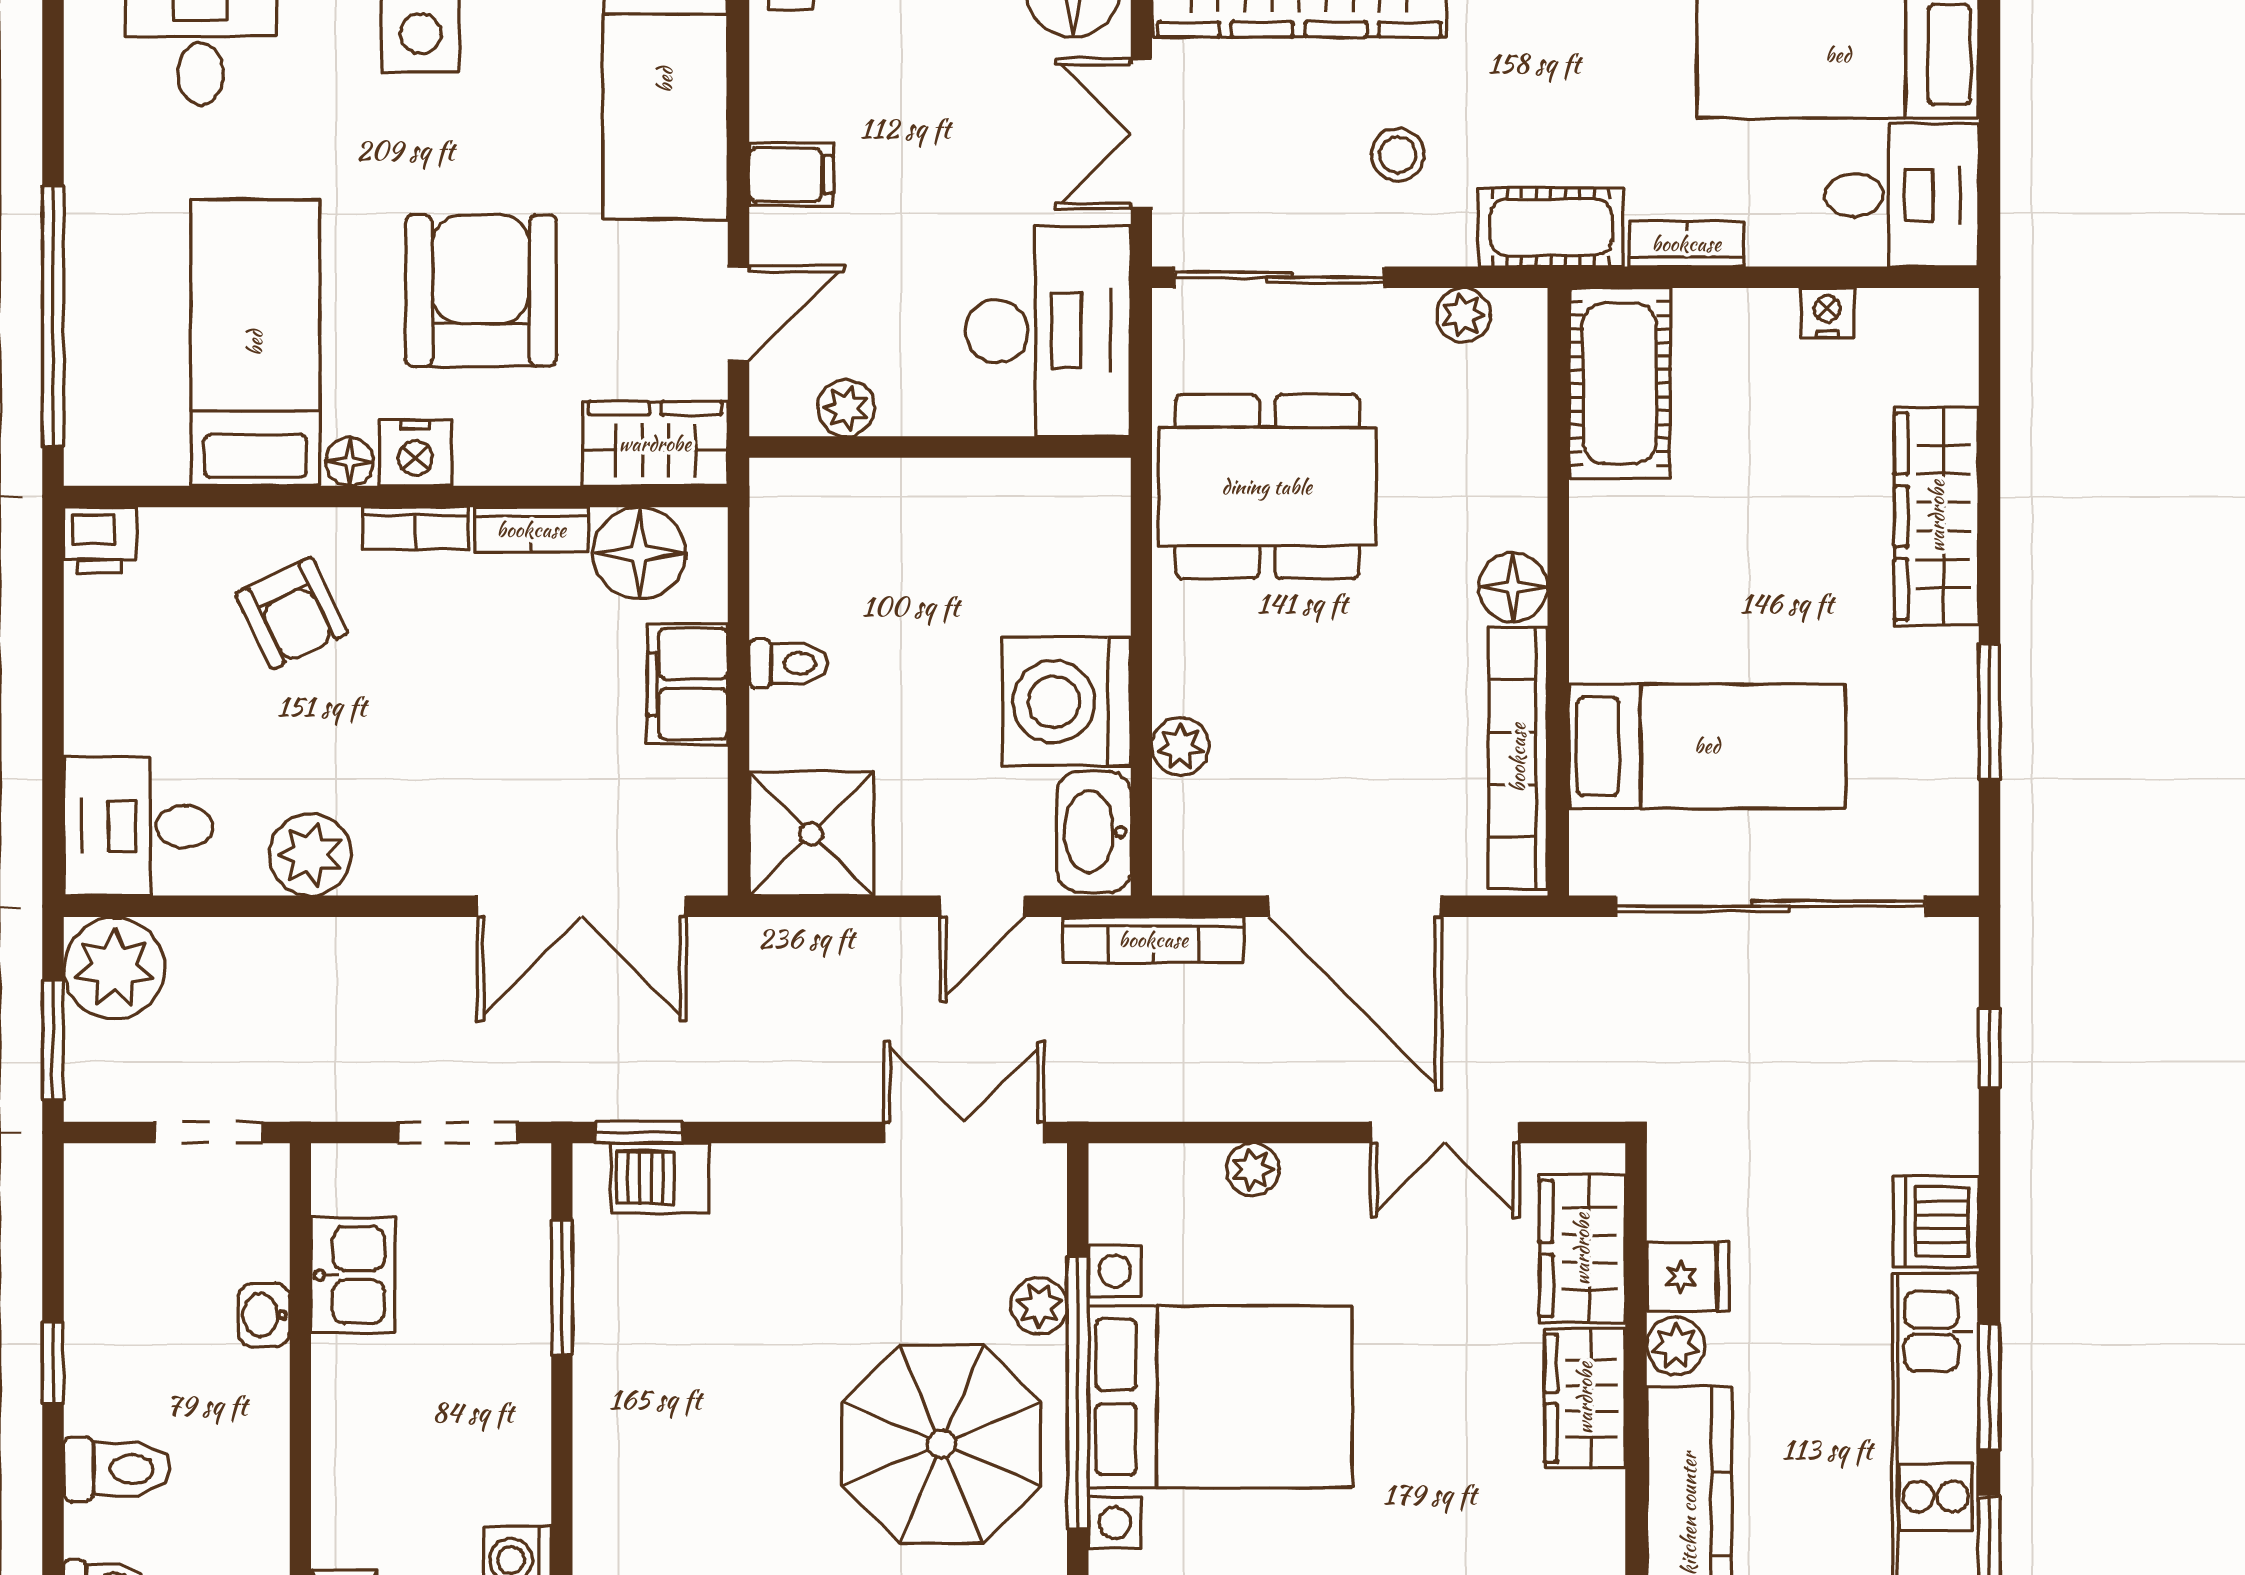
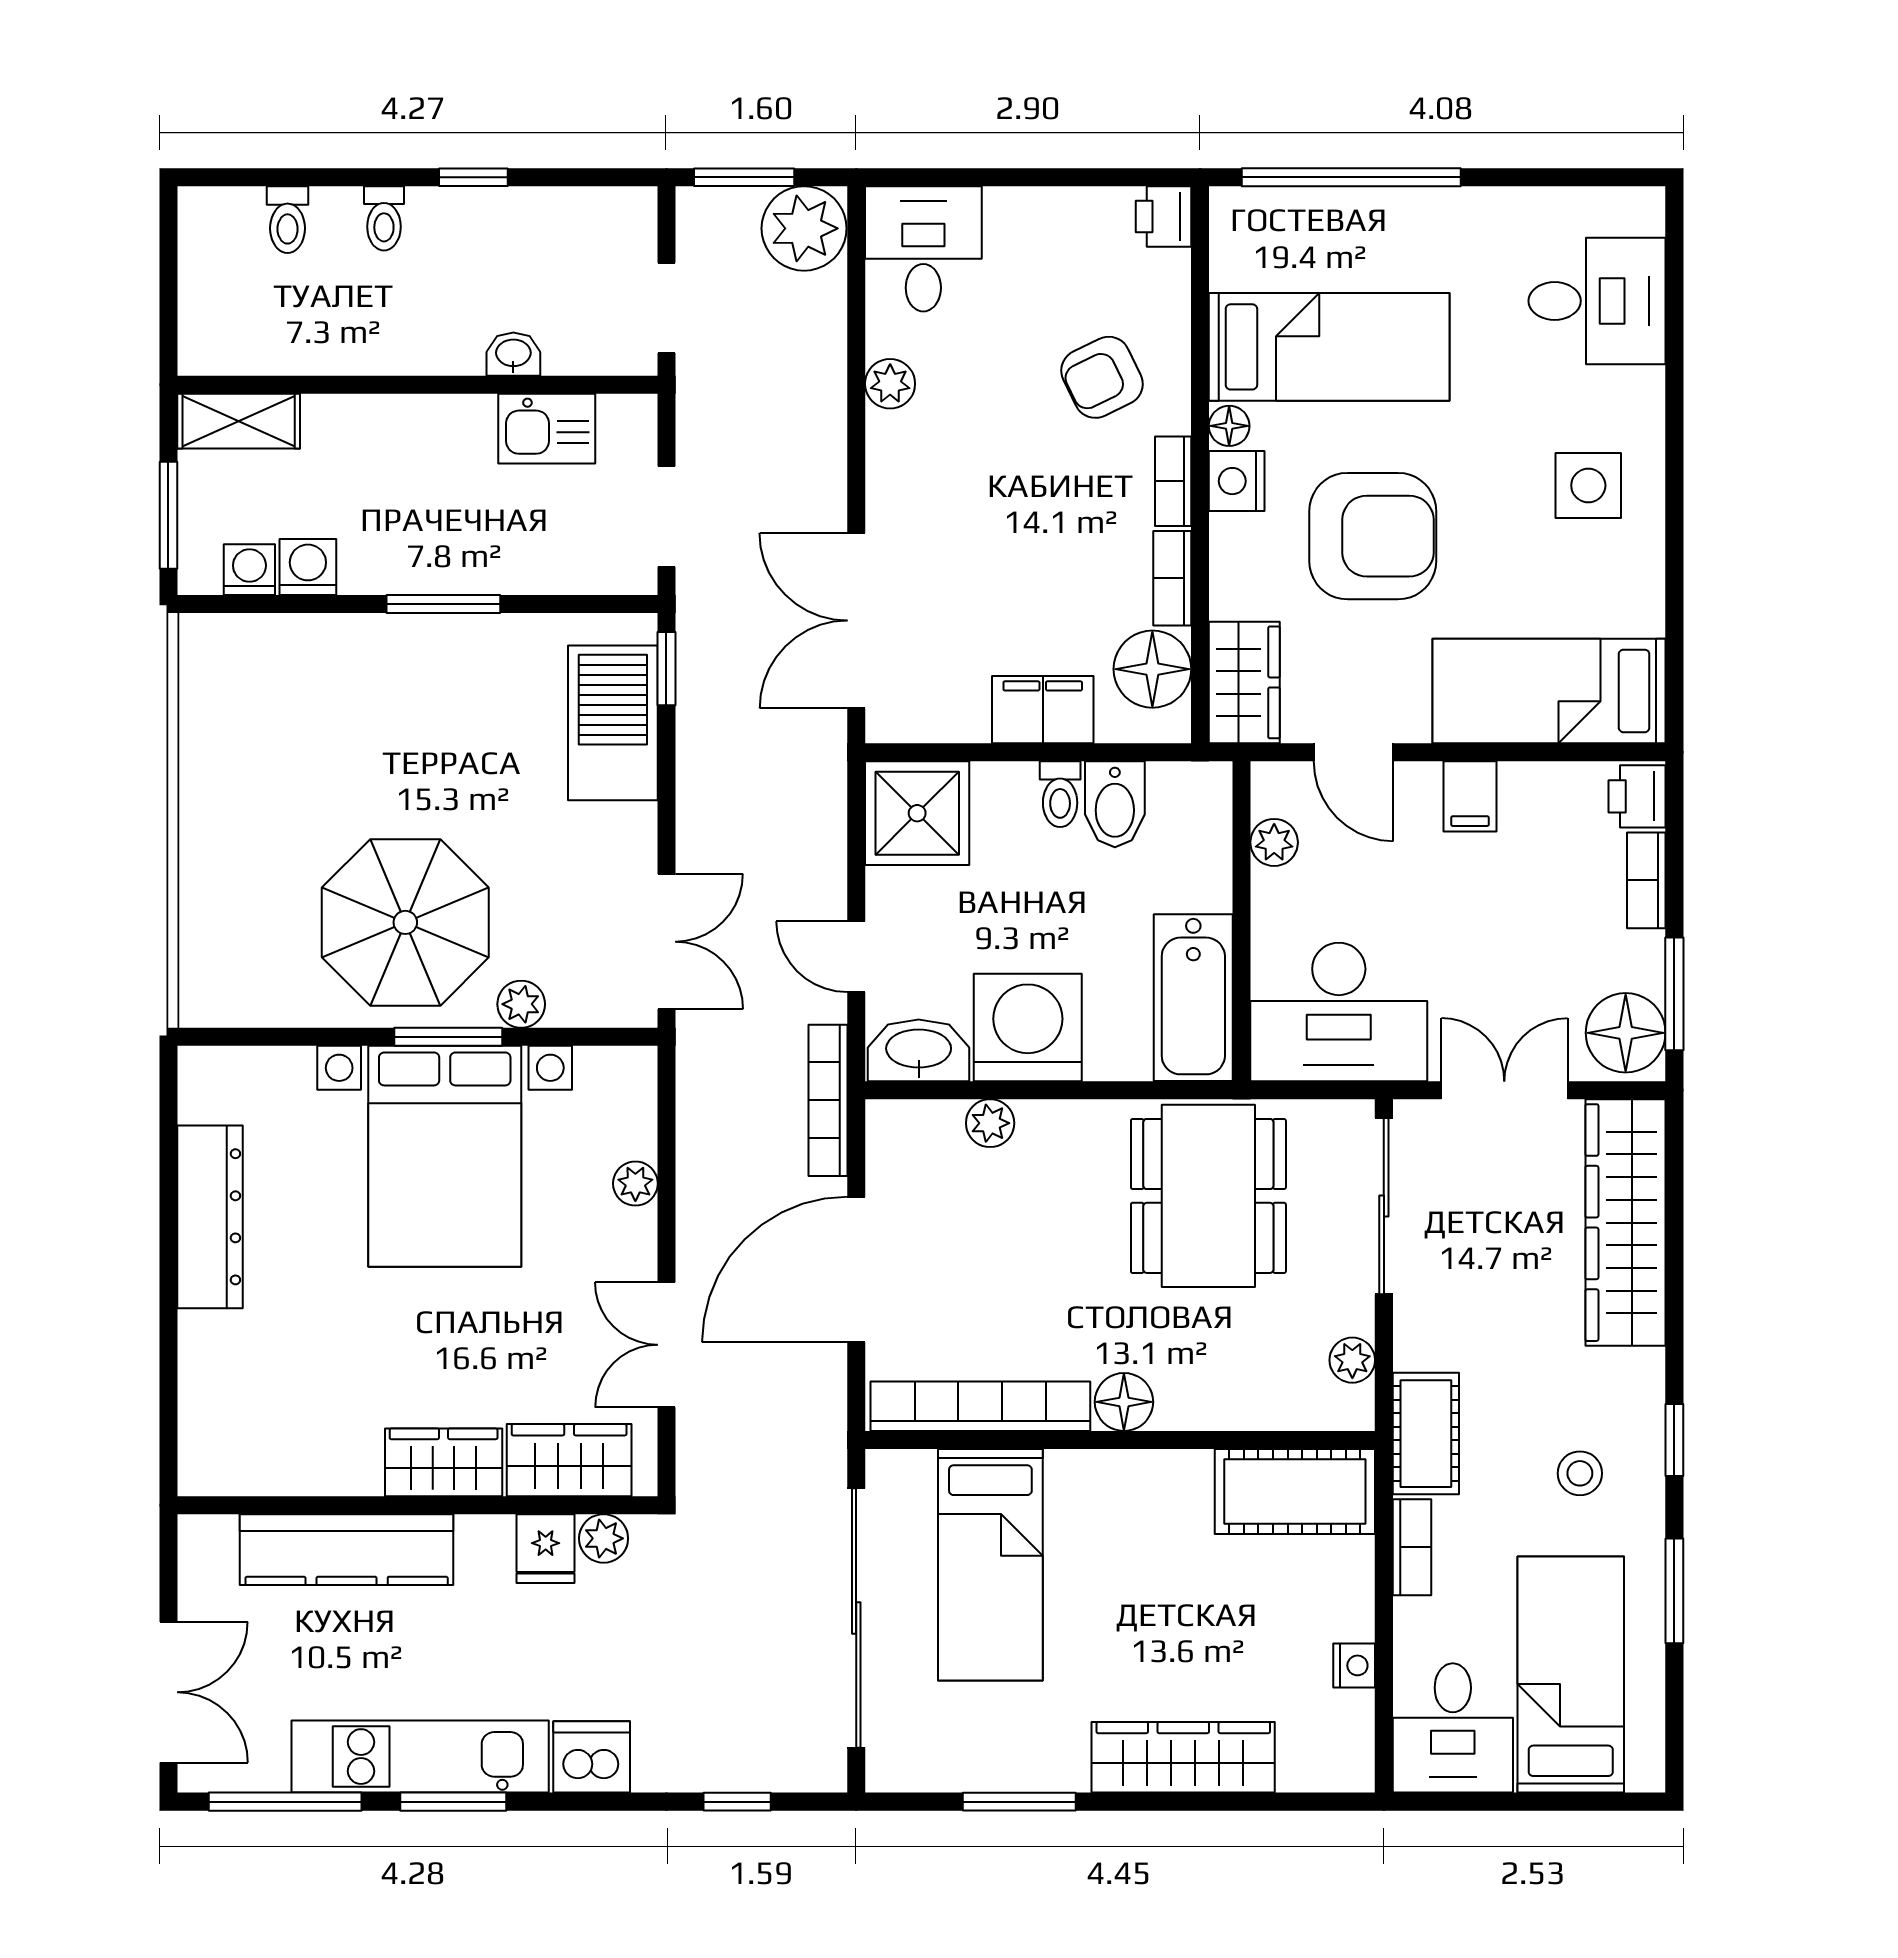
stool: (1398, 155) -> (1580, 1473), moved
bathtub: (1031, 504) -> (1193, 998), added
bidet: (801, 598) -> (1115, 804), added
plant: (310, 855) -> (890, 384), width x0.73, depth x0.73
barbecue: (660, 1178) -> (613, 723), width x1.88, depth x1.53
window: (562, 1287) -> (443, 604), moved
plant: (1676, 1346) -> (604, 1538), moved
window: (1078, 1393) -> (448, 1037), width x0.47
toilet: (117, 1469) -> (384, 218), width x0.73, depth x0.72

